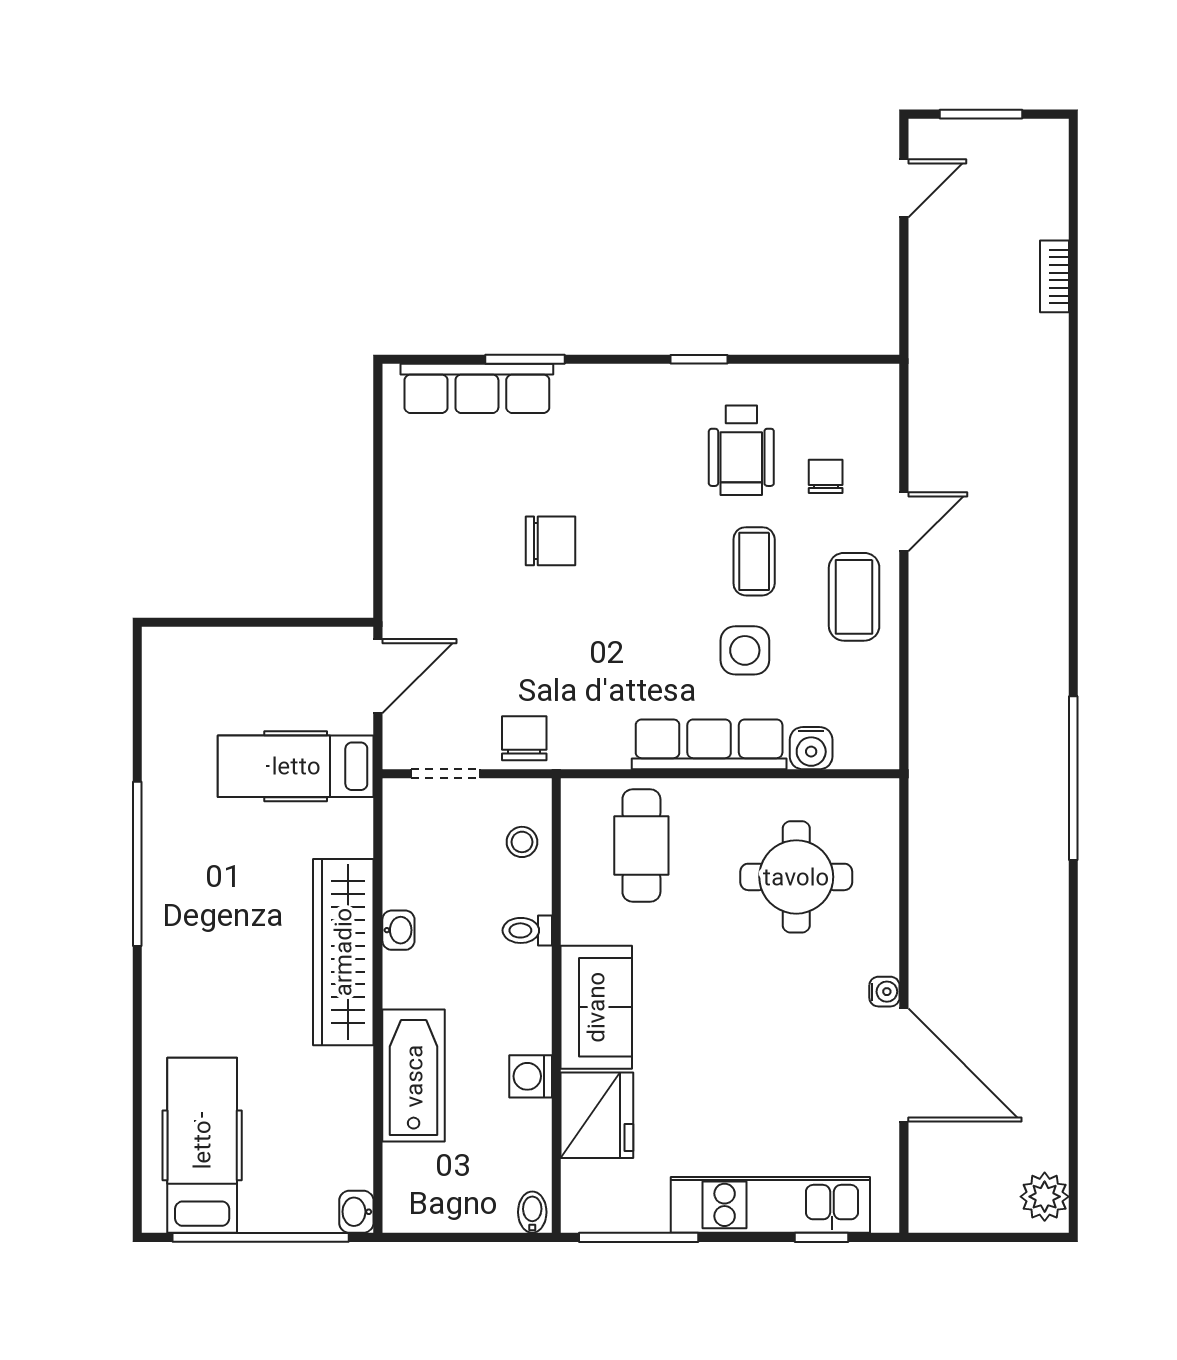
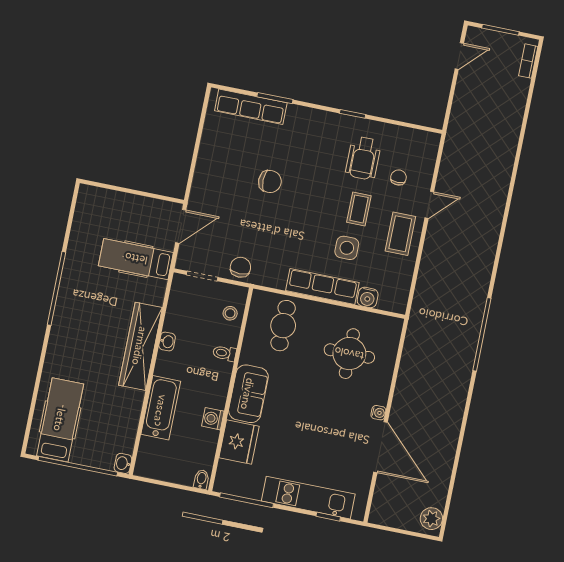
bookcase: (1054, 276) -> (528, 61), moved

